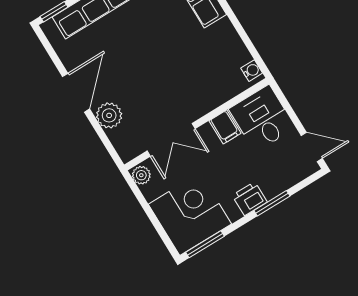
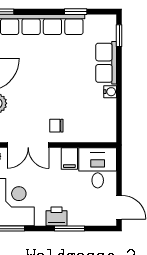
water cooler: (252, 71) -> (110, 92), moved
chair: (189, 100) -> (56, 126), added

